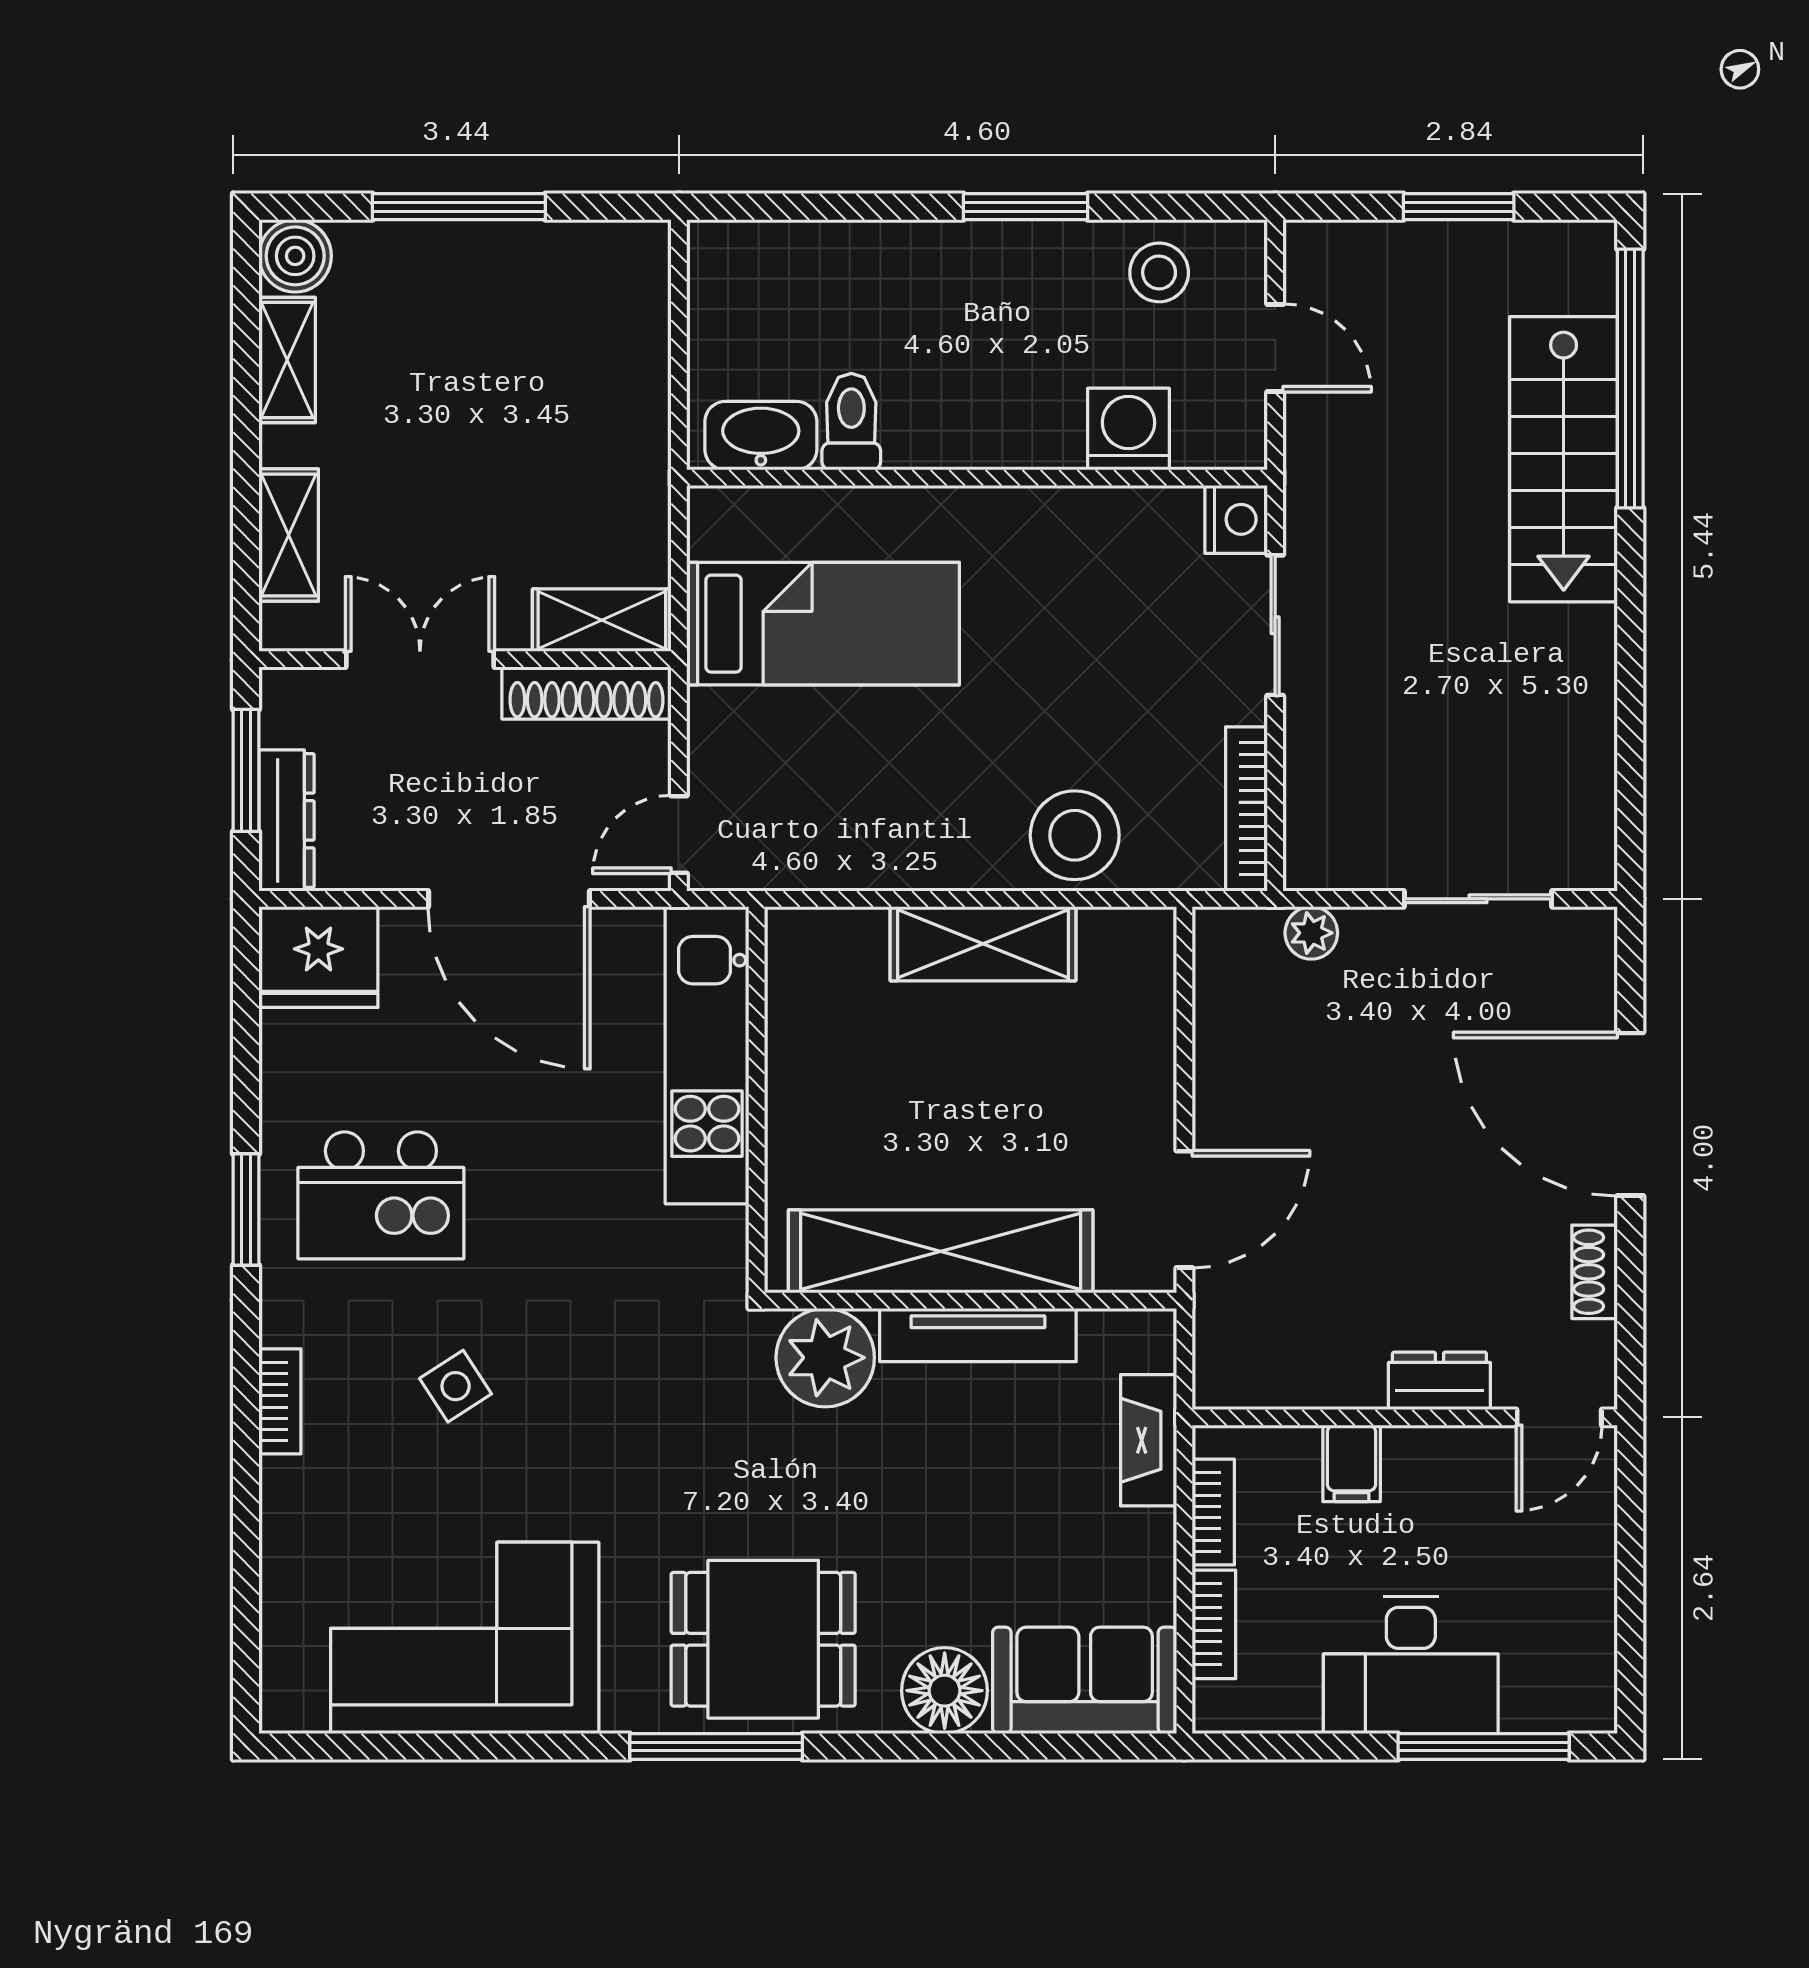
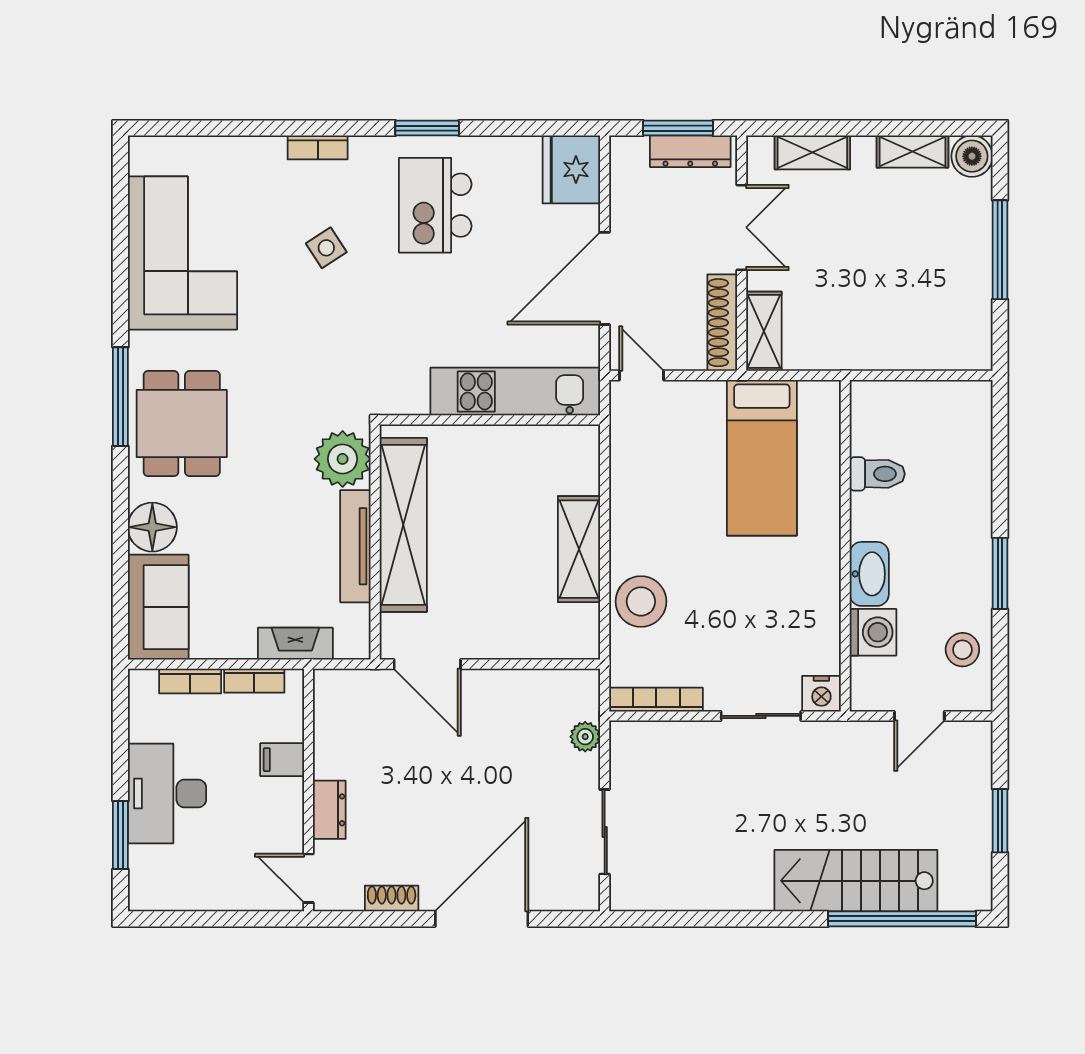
washbasin: (761, 436) -> (869, 574), moved
dresser: (287, 820) -> (690, 151), moved
window: (1484, 1747) -> (120, 835), width x0.69

